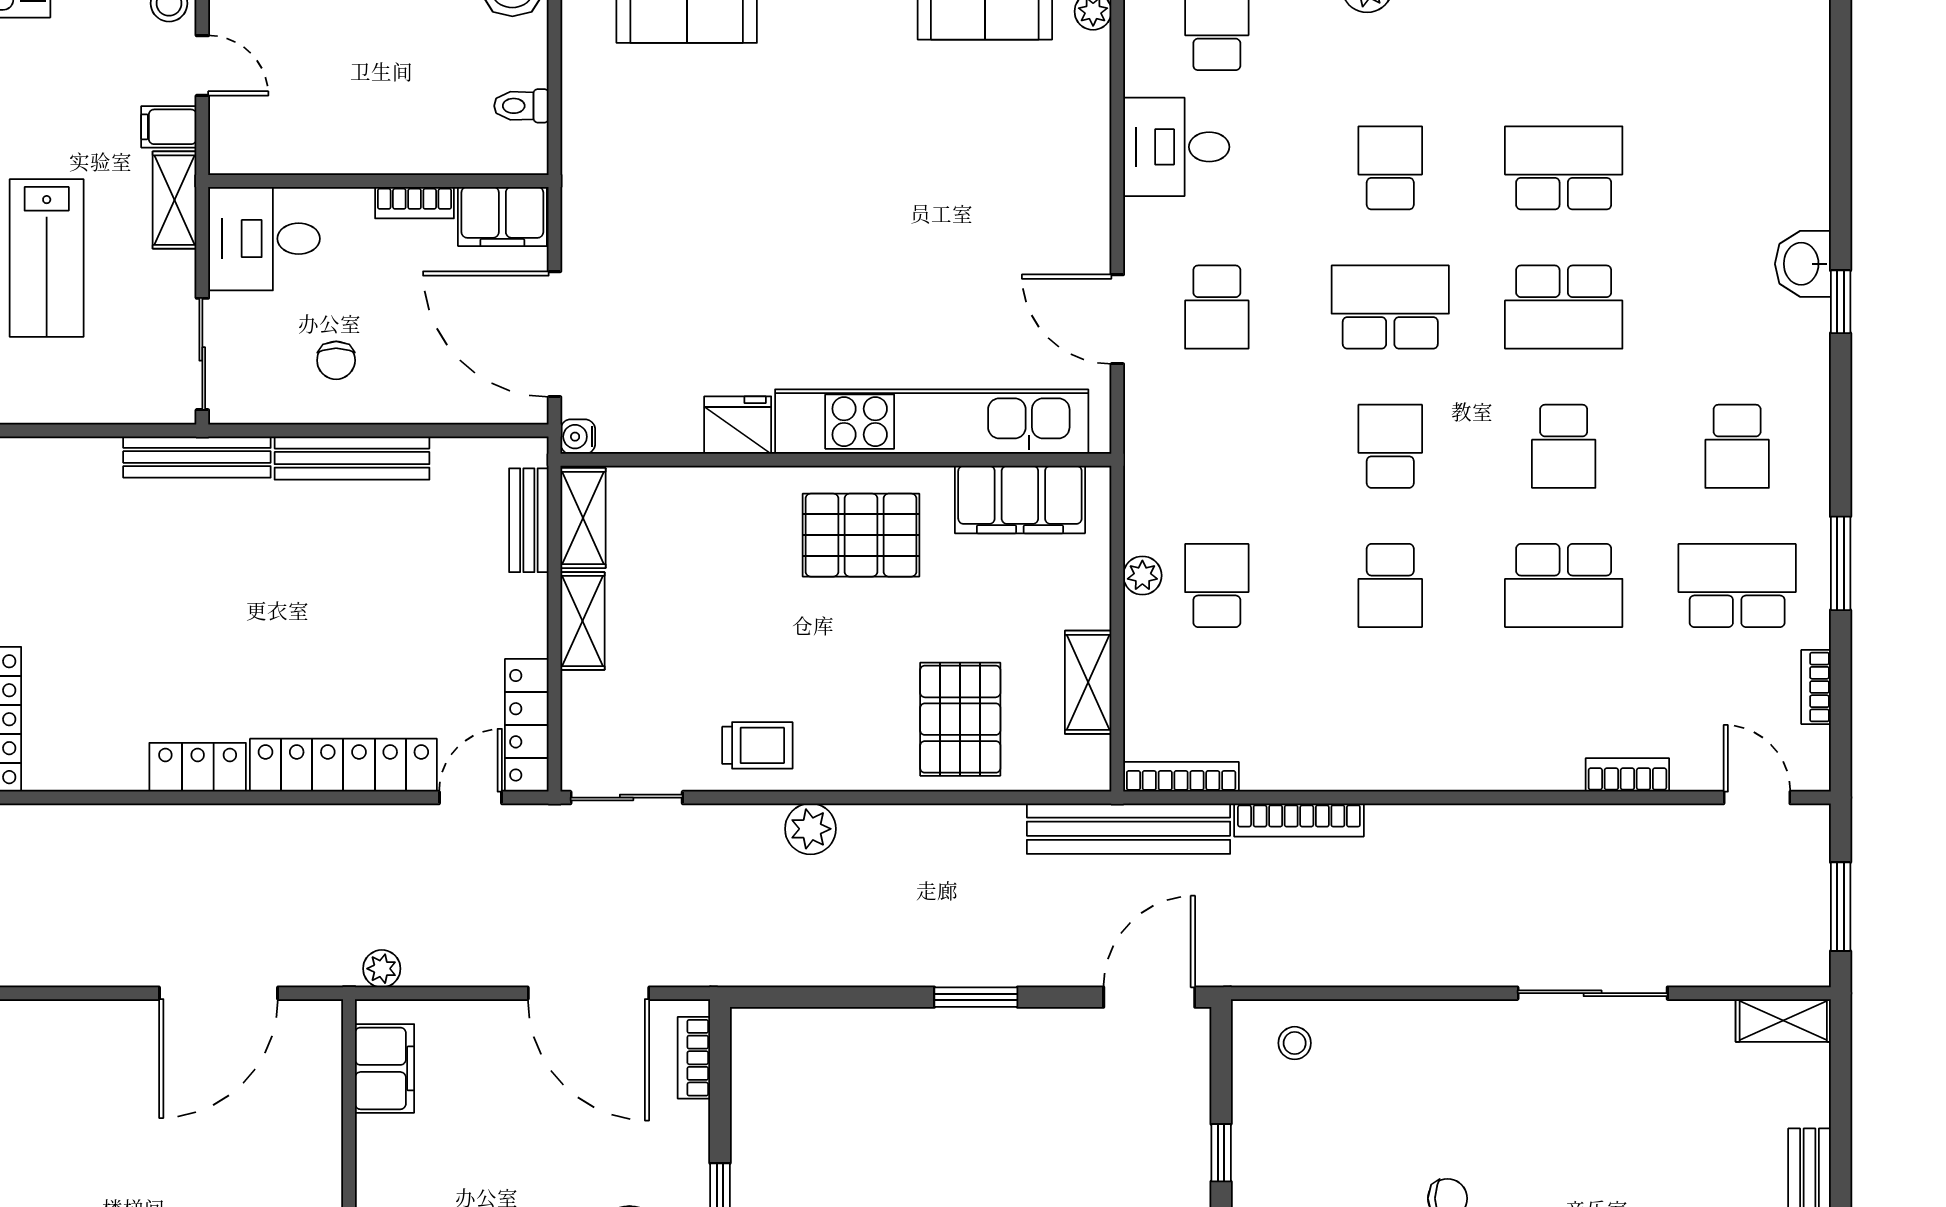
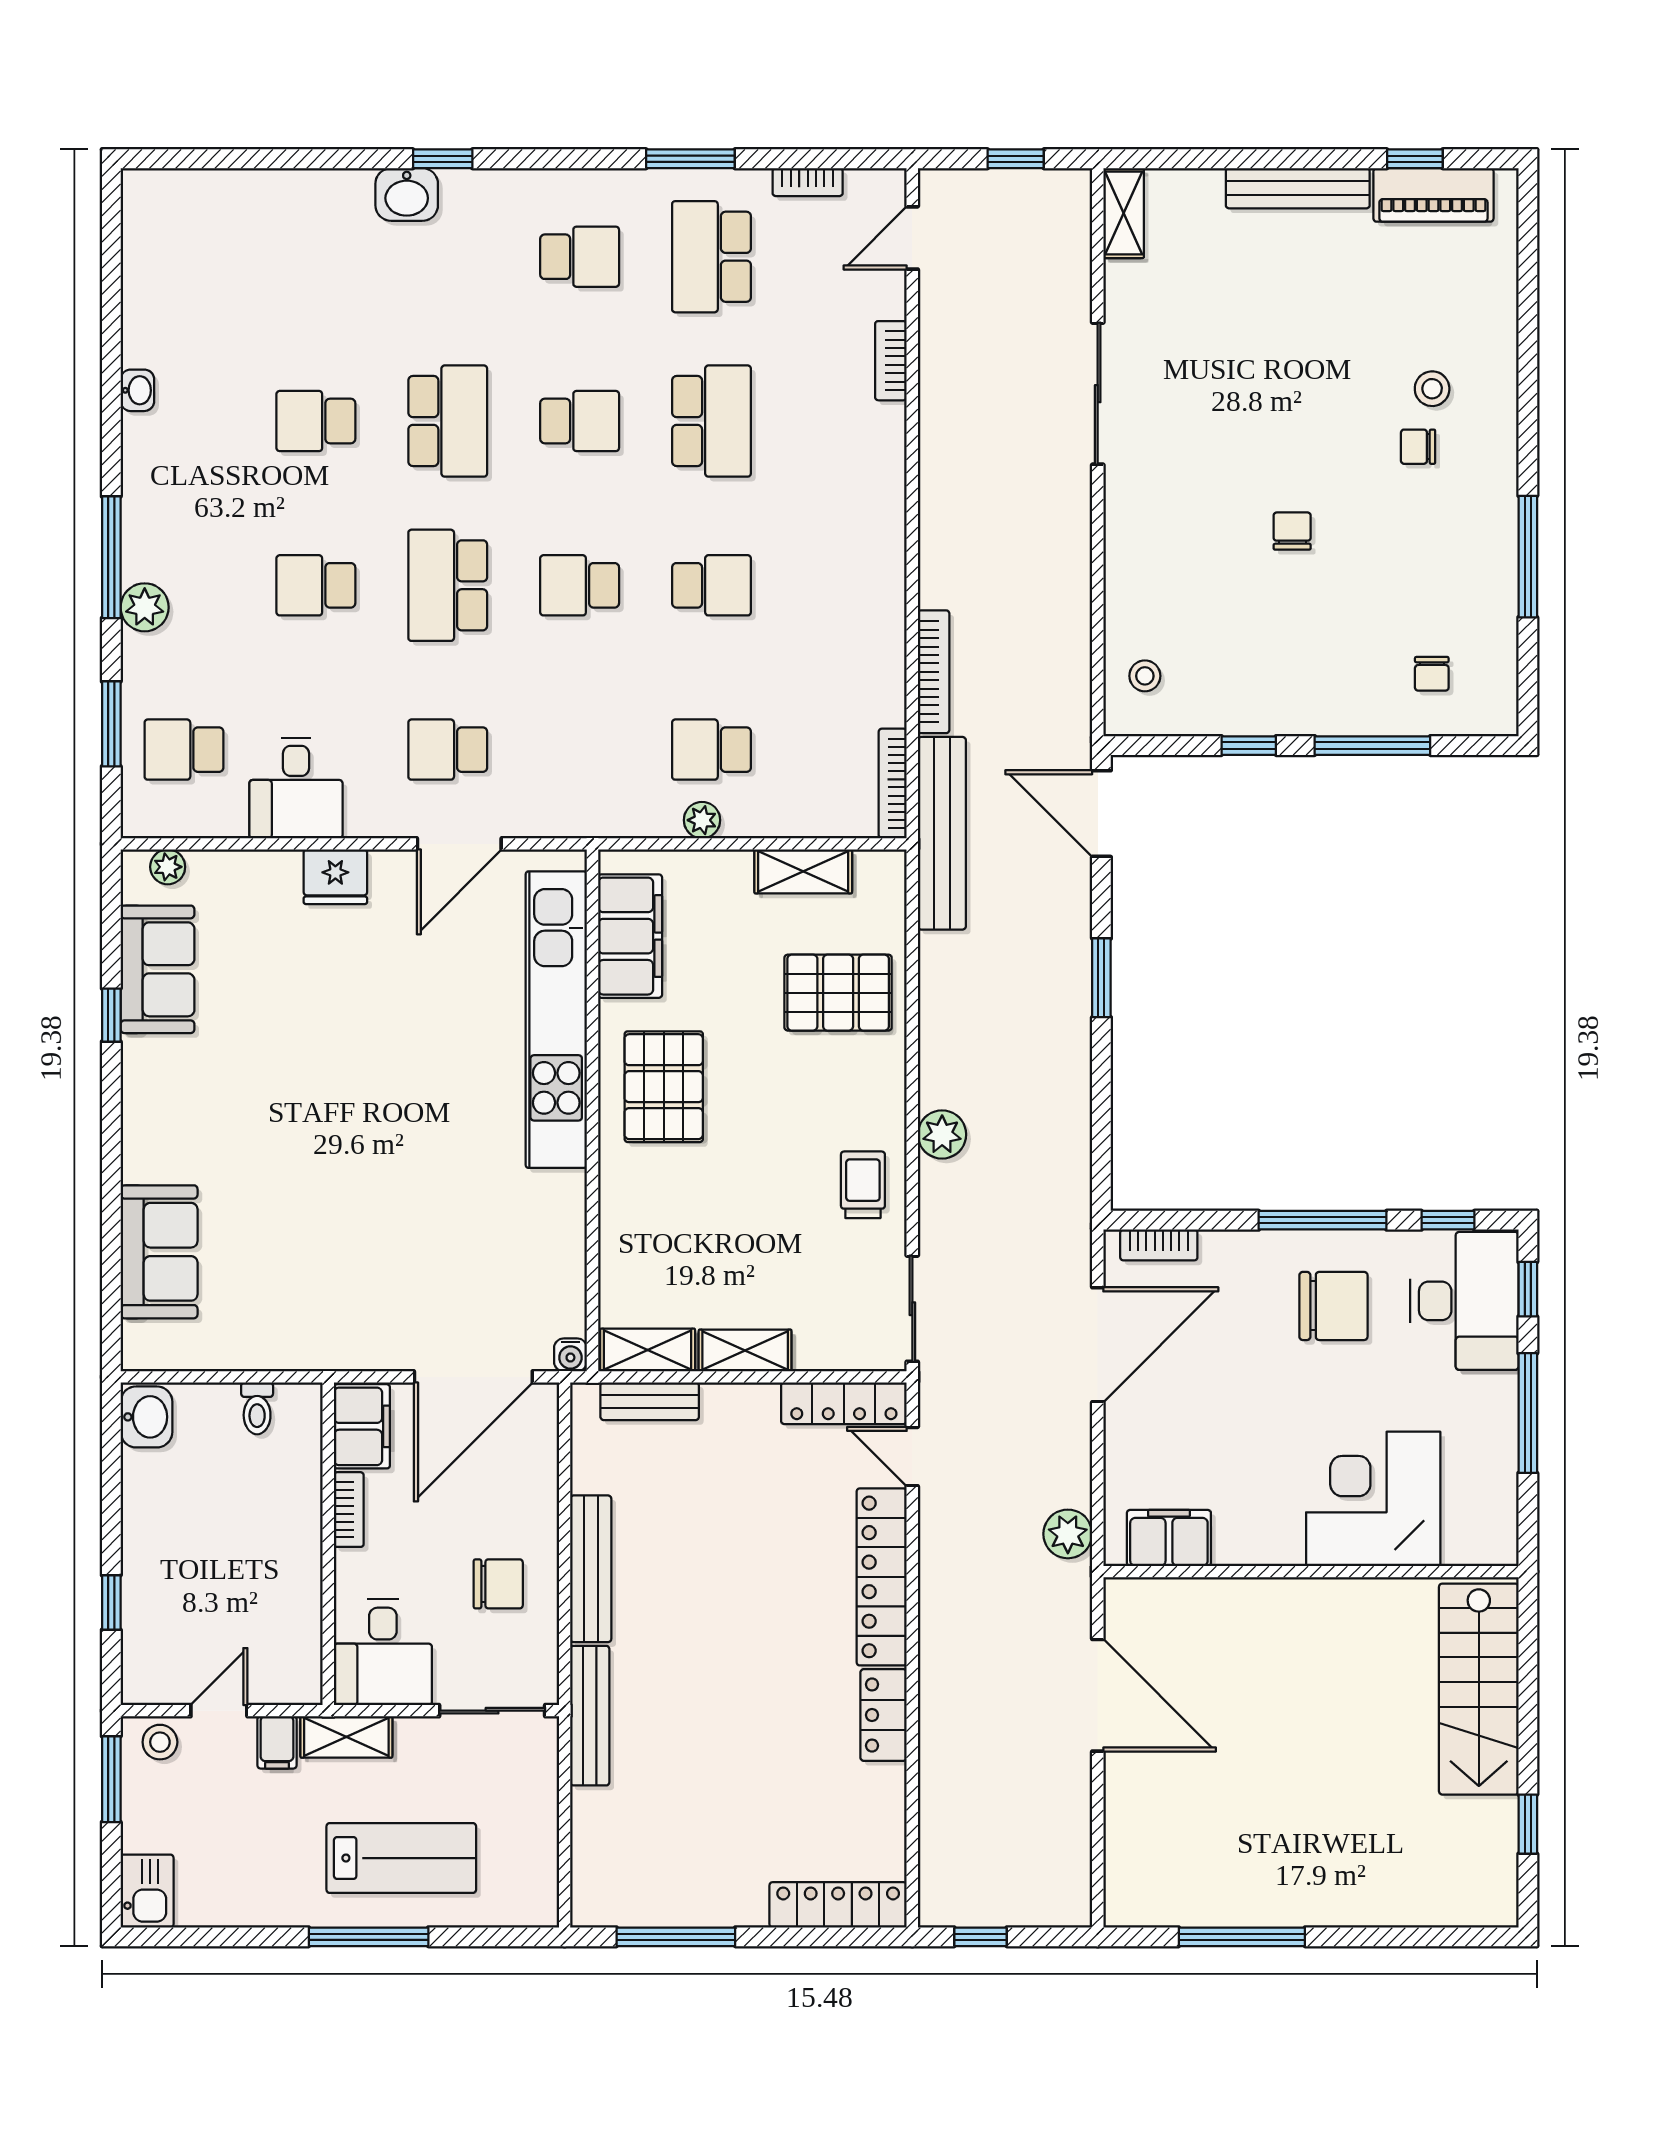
school desk: (1564, 168) -> (316, 421), width x0.54
school desk: (1217, 307) -> (448, 750), turned 180
chair: (336, 360) -> (498, 1584), width x1.37, depth x1.37
fridge: (738, 425) -> (335, 877), moved, turned -90
window: (1841, 907) -> (1016, 159), width x0.67
plant: (382, 969) -> (1068, 1534), width x1.38, depth x1.38

